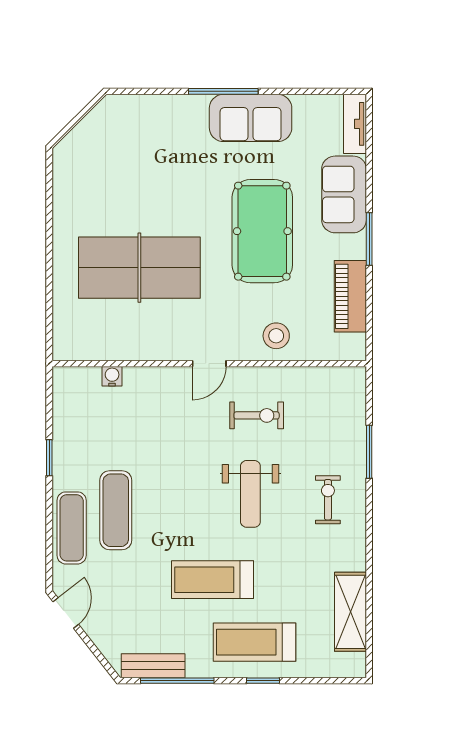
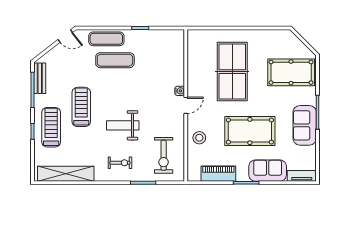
pool table: (141, 146) -> (291, 72), added
door: (209, 364) -> (186, 105), swing flipped
water cooler: (112, 376) -> (180, 91), moved
exercise bike: (257, 415) -> (164, 155), moved, width x1.38, depth x1.39
shelving: (350, 612) -> (66, 174), width x1.47

